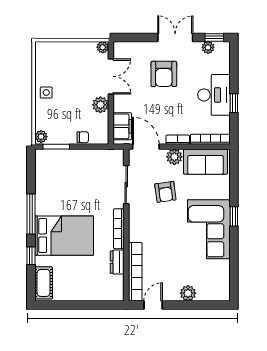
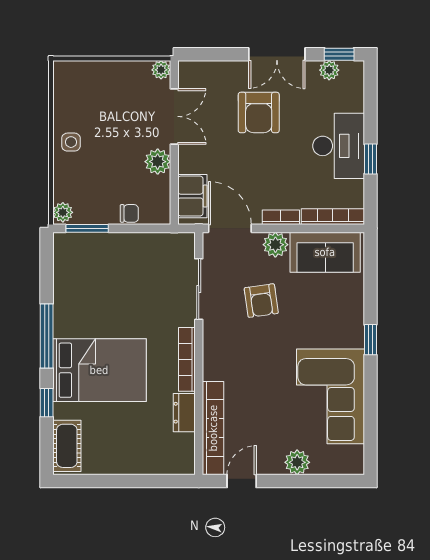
double door: (175, 37) -> (277, 54), swing flipped
corner sofa: (209, 229) -> (330, 396), moved

